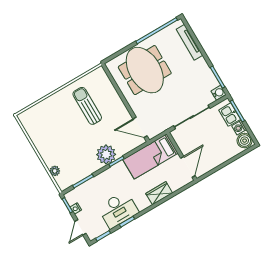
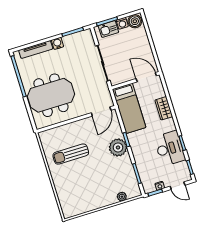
water cooler: (218, 93) -> (57, 43), moved

